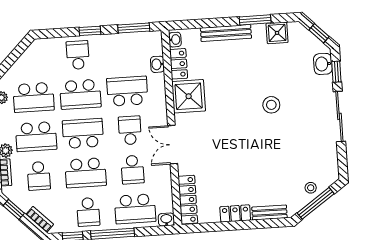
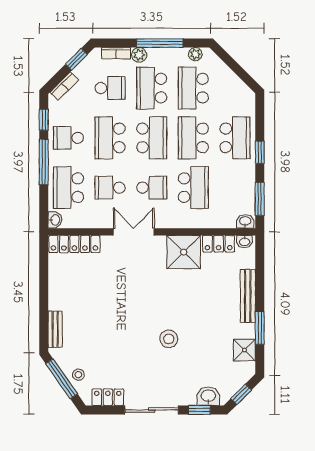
school desk: (78, 55) -> (235, 138), width x1.85
washbasin: (157, 64) -> (245, 221), moved
school desk: (39, 176) -> (110, 88), turned 180
locker: (235, 213) -> (108, 397), moved, turned -90

